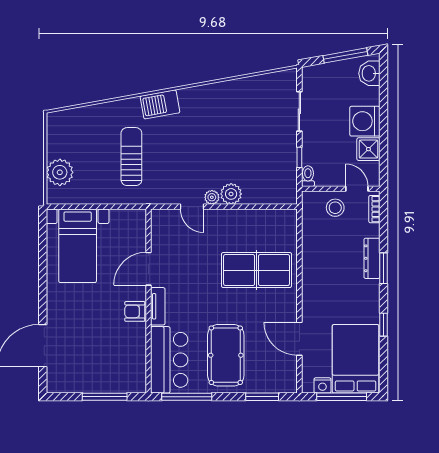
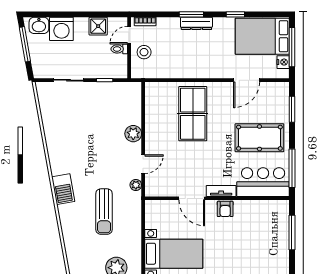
washing machine: (365, 121) -> (61, 29), moved
sun lounger: (131, 157) -> (104, 212), turned -90
toilet: (308, 176) -> (119, 49), moved
plant: (212, 197) -> (136, 185), moved
dresser: (372, 258) -> (196, 23), moved

